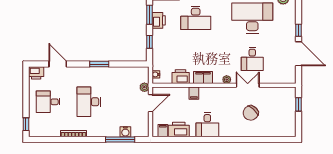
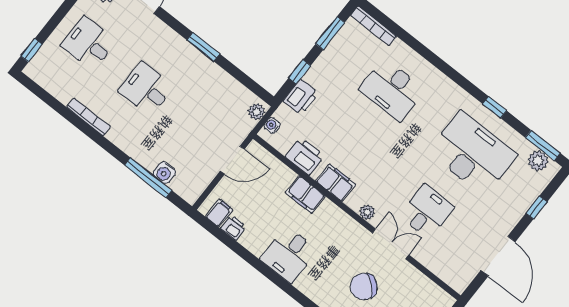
printer: (159, 20) -> (301, 97), moved
window: (298, 30) -> (536, 208), moved
desk: (252, 59) -> (427, 211), turned 180
plant: (144, 87) -> (257, 112), moved
filing cabinet: (194, 93) -> (305, 195), width x2.00
desk: (89, 102) -> (146, 89), width x0.73
printer: (179, 130) -> (233, 227), width x0.53, depth x0.68

